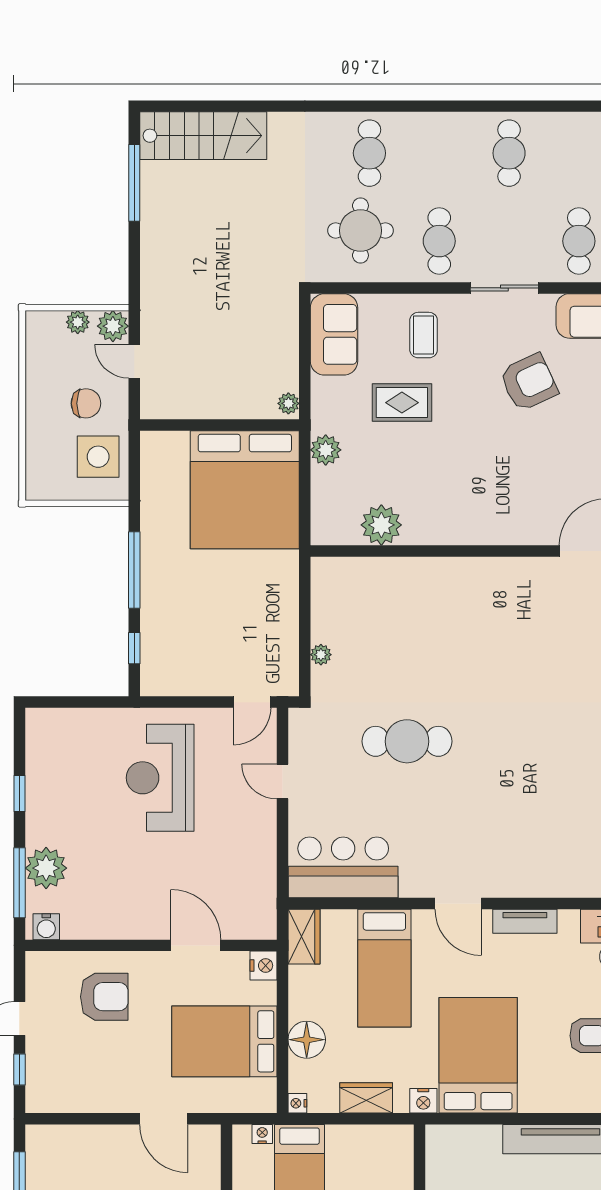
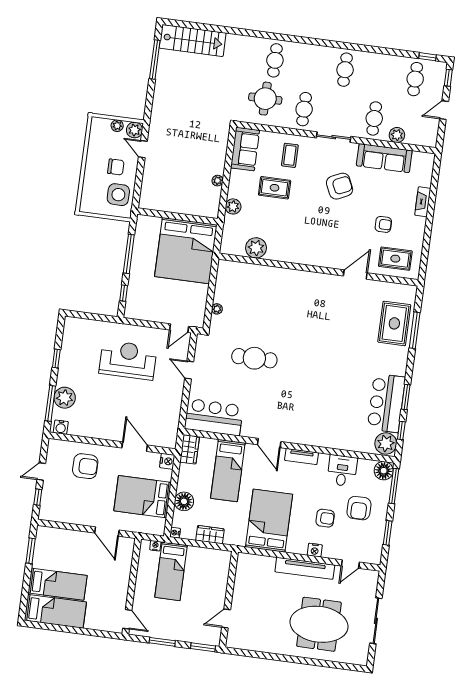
wall: (220, 425) -> (177, 216), moved
bed: (245, 490) -> (186, 251), moved
reception desk: (160, 778) -> (128, 360), turned 90
nightstand: (423, 1101) -> (315, 550), moved

